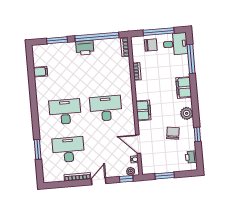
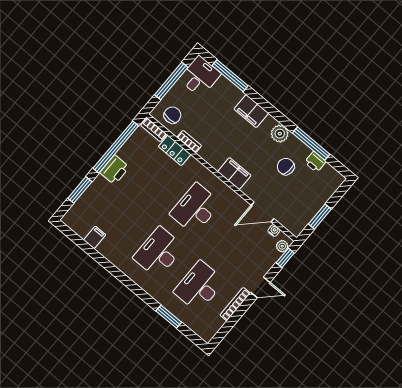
chair: (151, 45) -> (172, 115), moved
locker: (125, 68) -> (175, 150), added
window: (197, 134) -> (311, 144), width x2.17
printer: (191, 157) -> (315, 162), moved
door: (99, 181) -> (260, 287), swing flipped

